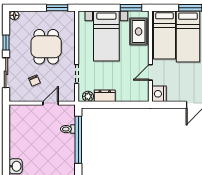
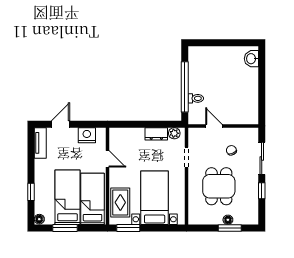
window: (57, 8) -> (230, 228), moved
floor lamp: (14, 15) -> (228, 220), moved
door: (150, 72) -> (108, 159), hinge flipped
nightstand: (159, 94) -> (87, 135), moved, turned -90
door: (51, 103) -> (214, 126), swing flipped

